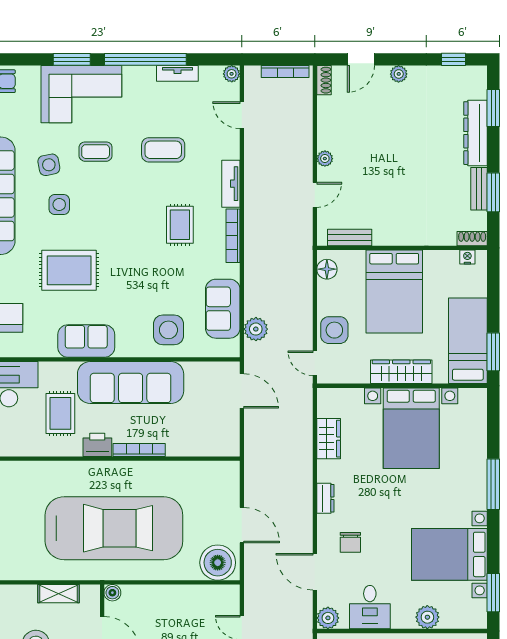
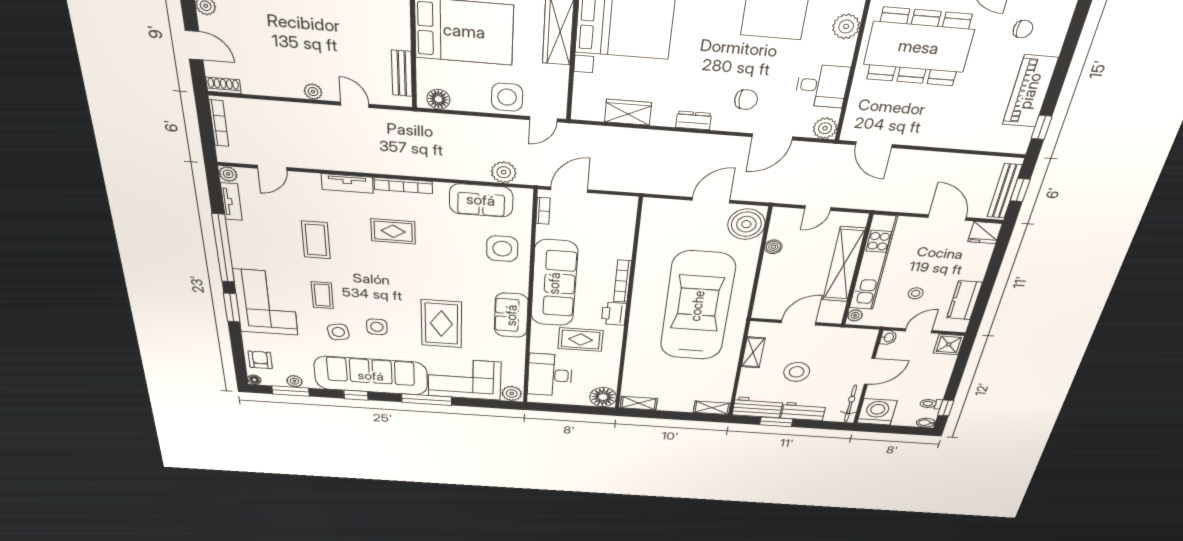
tv unit: (177, 73) -> (231, 202), moved
bookcase: (216, 367) -> (543, 211), added
boiler: (112, 593) -> (773, 247), moved

